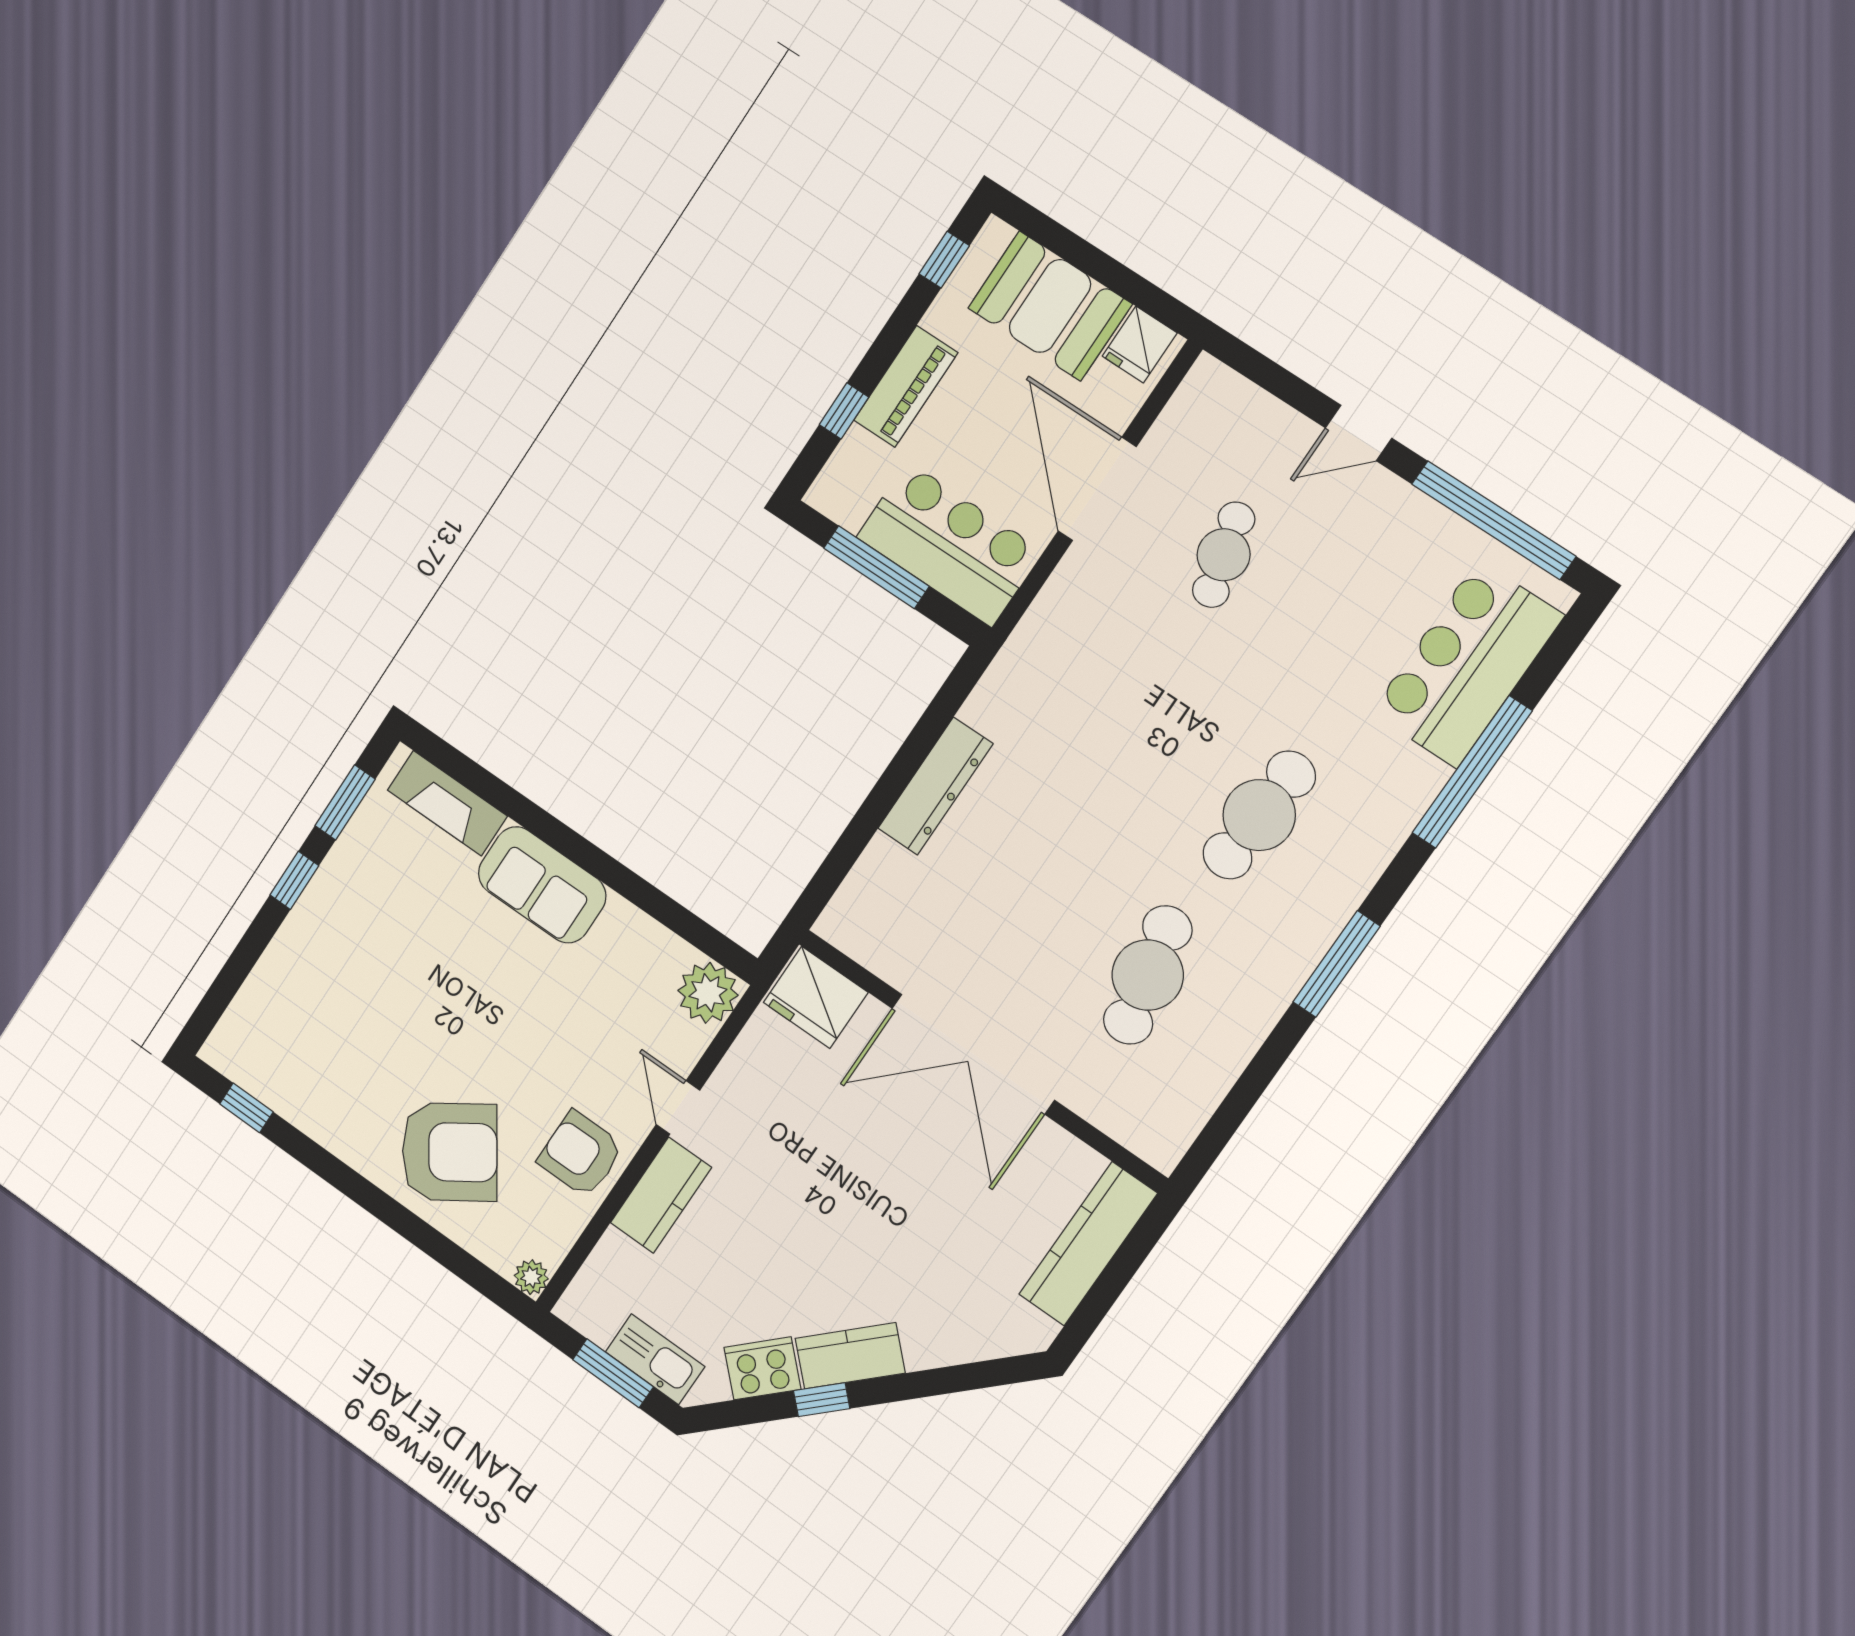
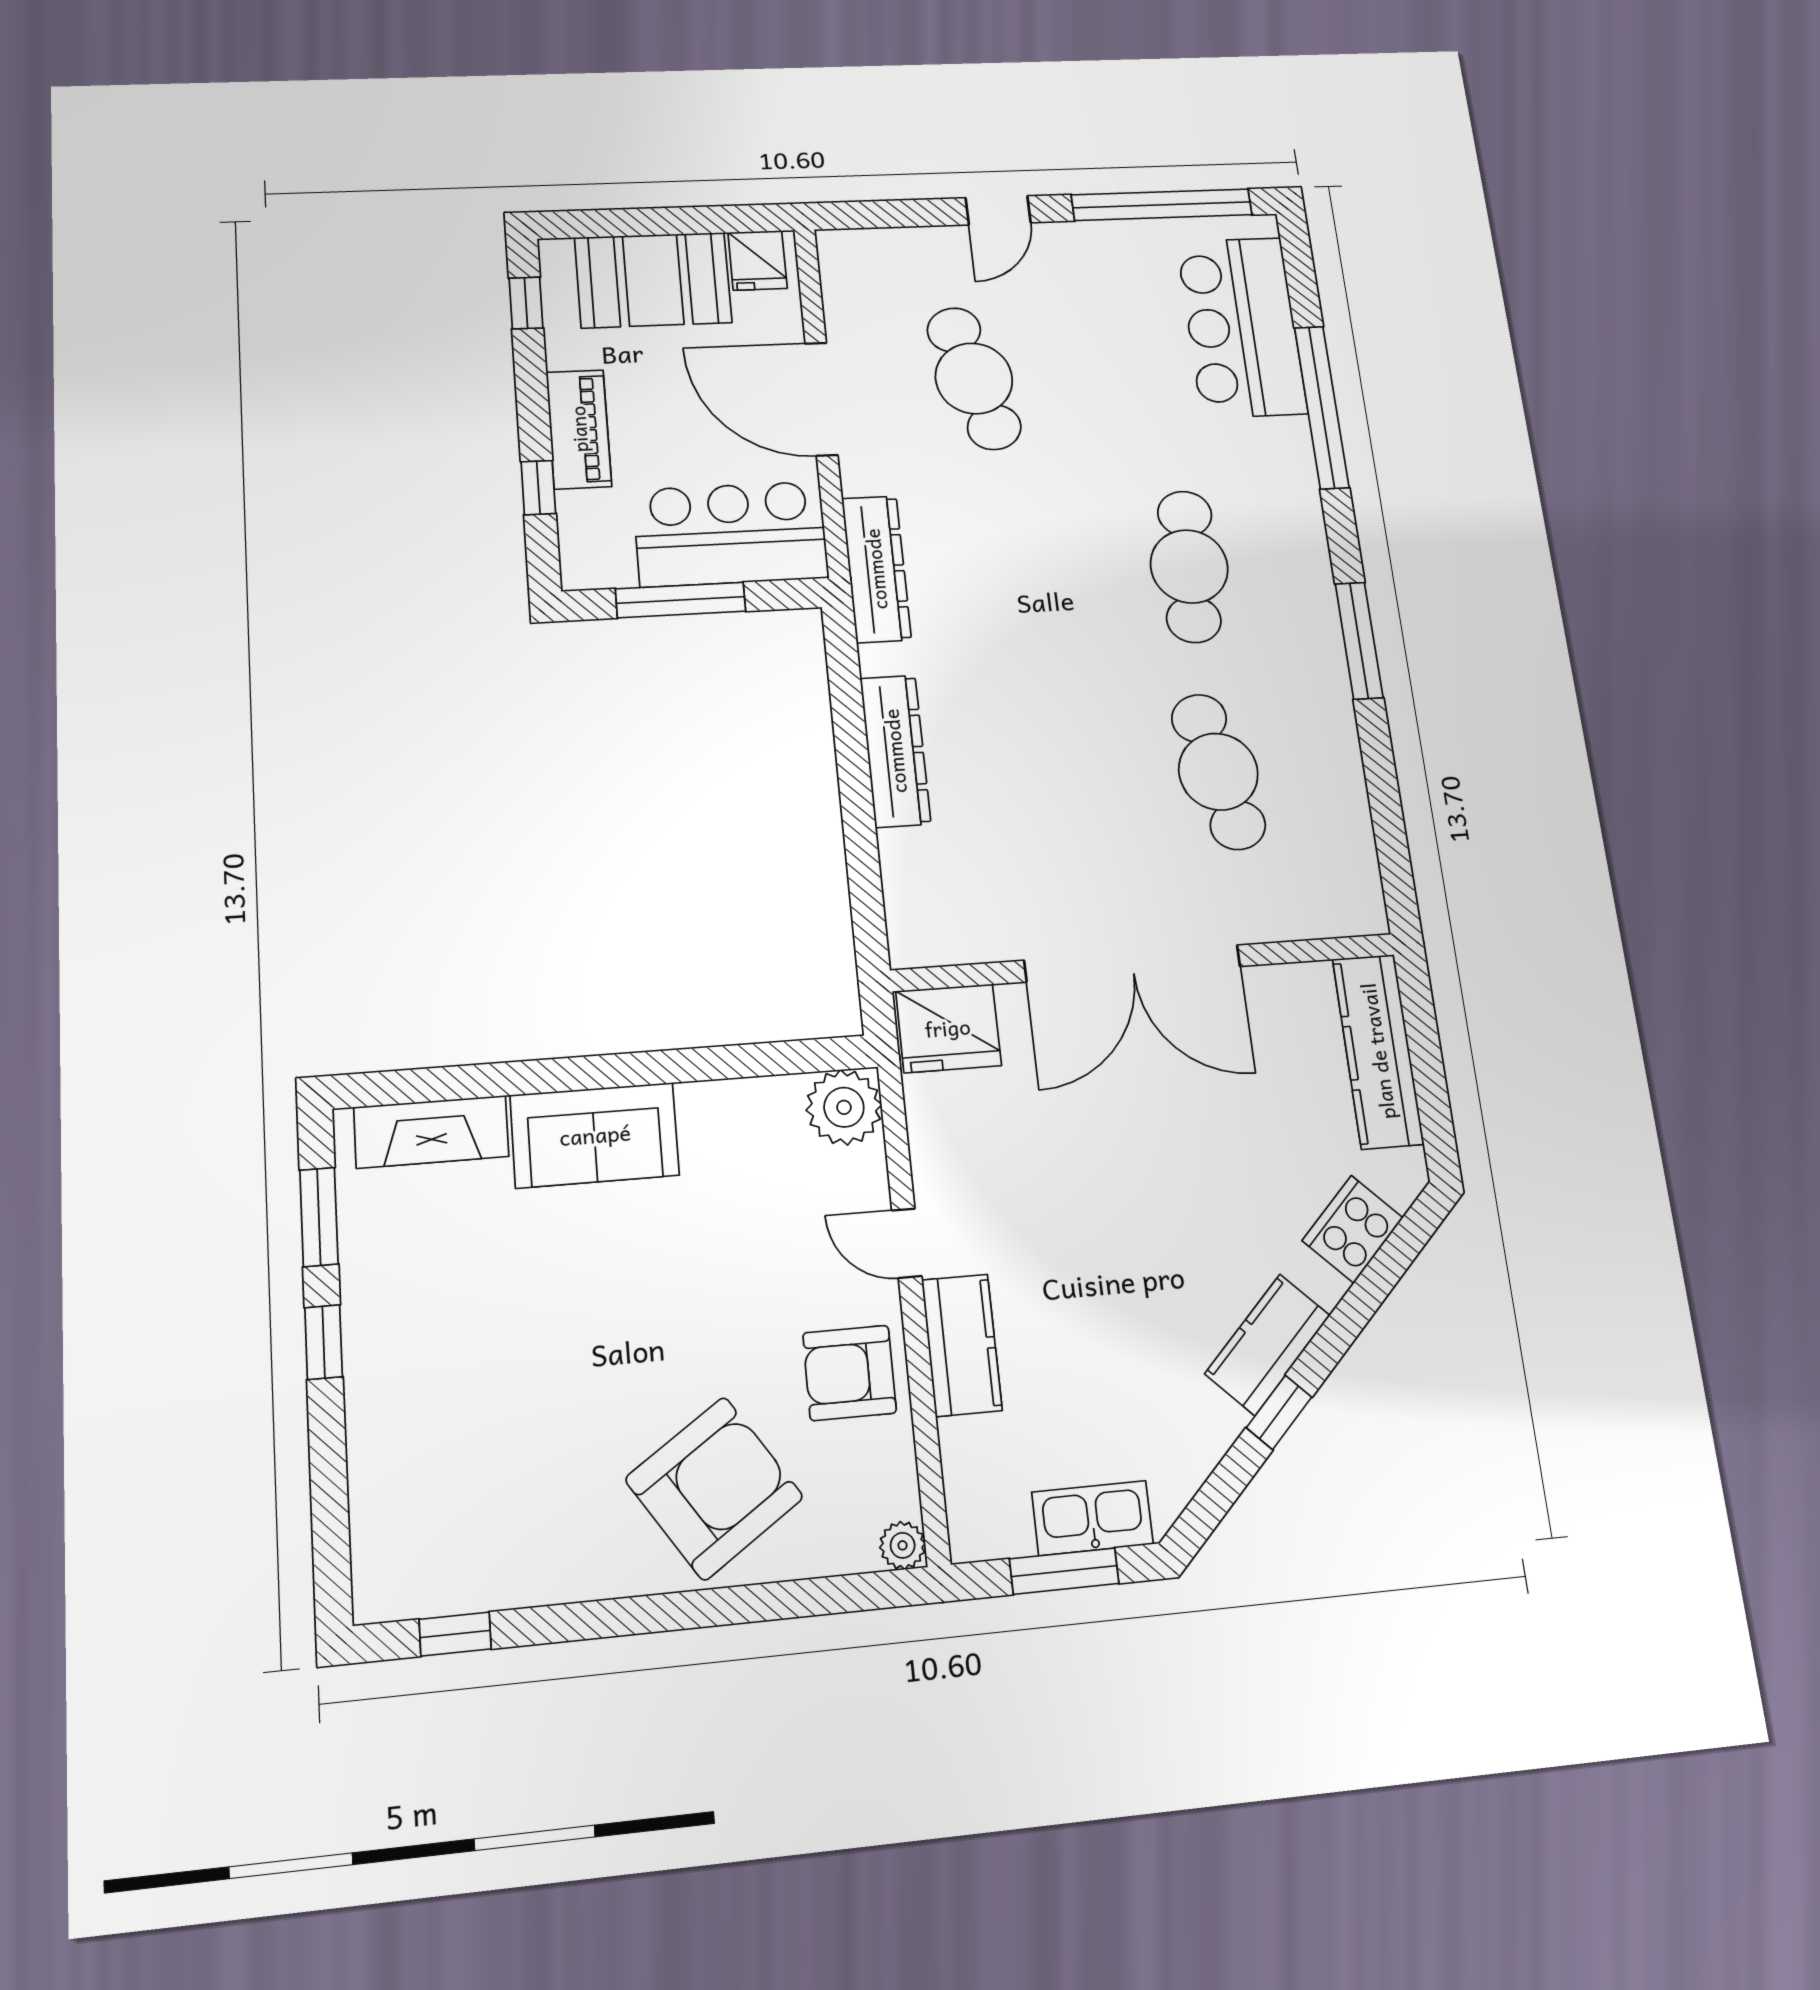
cafe table: (1224, 555) -> (974, 378), width x1.37, depth x1.35
dresser: (1031, 647) -> (876, 569), added
cooker: (762, 1368) -> (1353, 1229), moved

